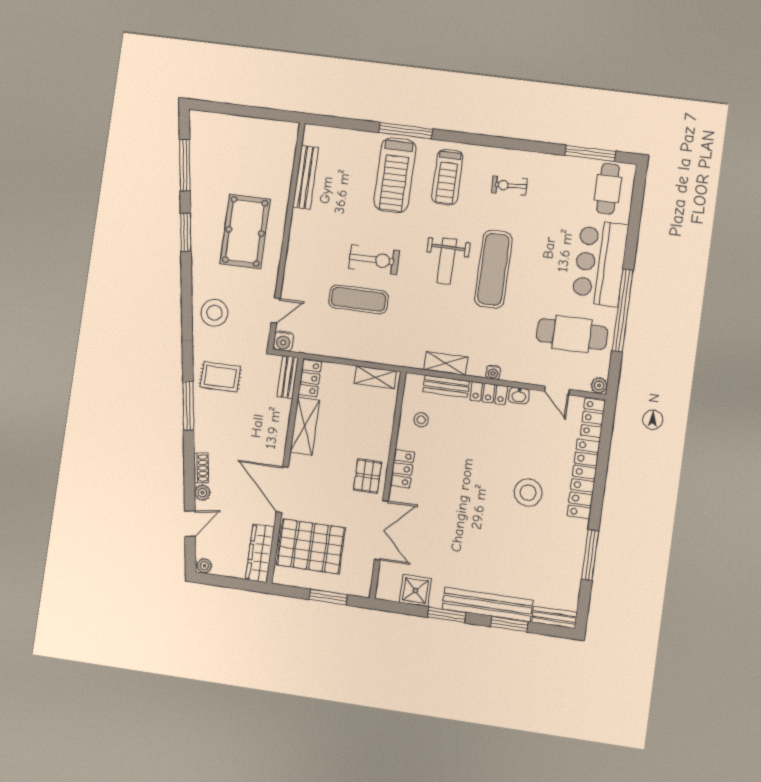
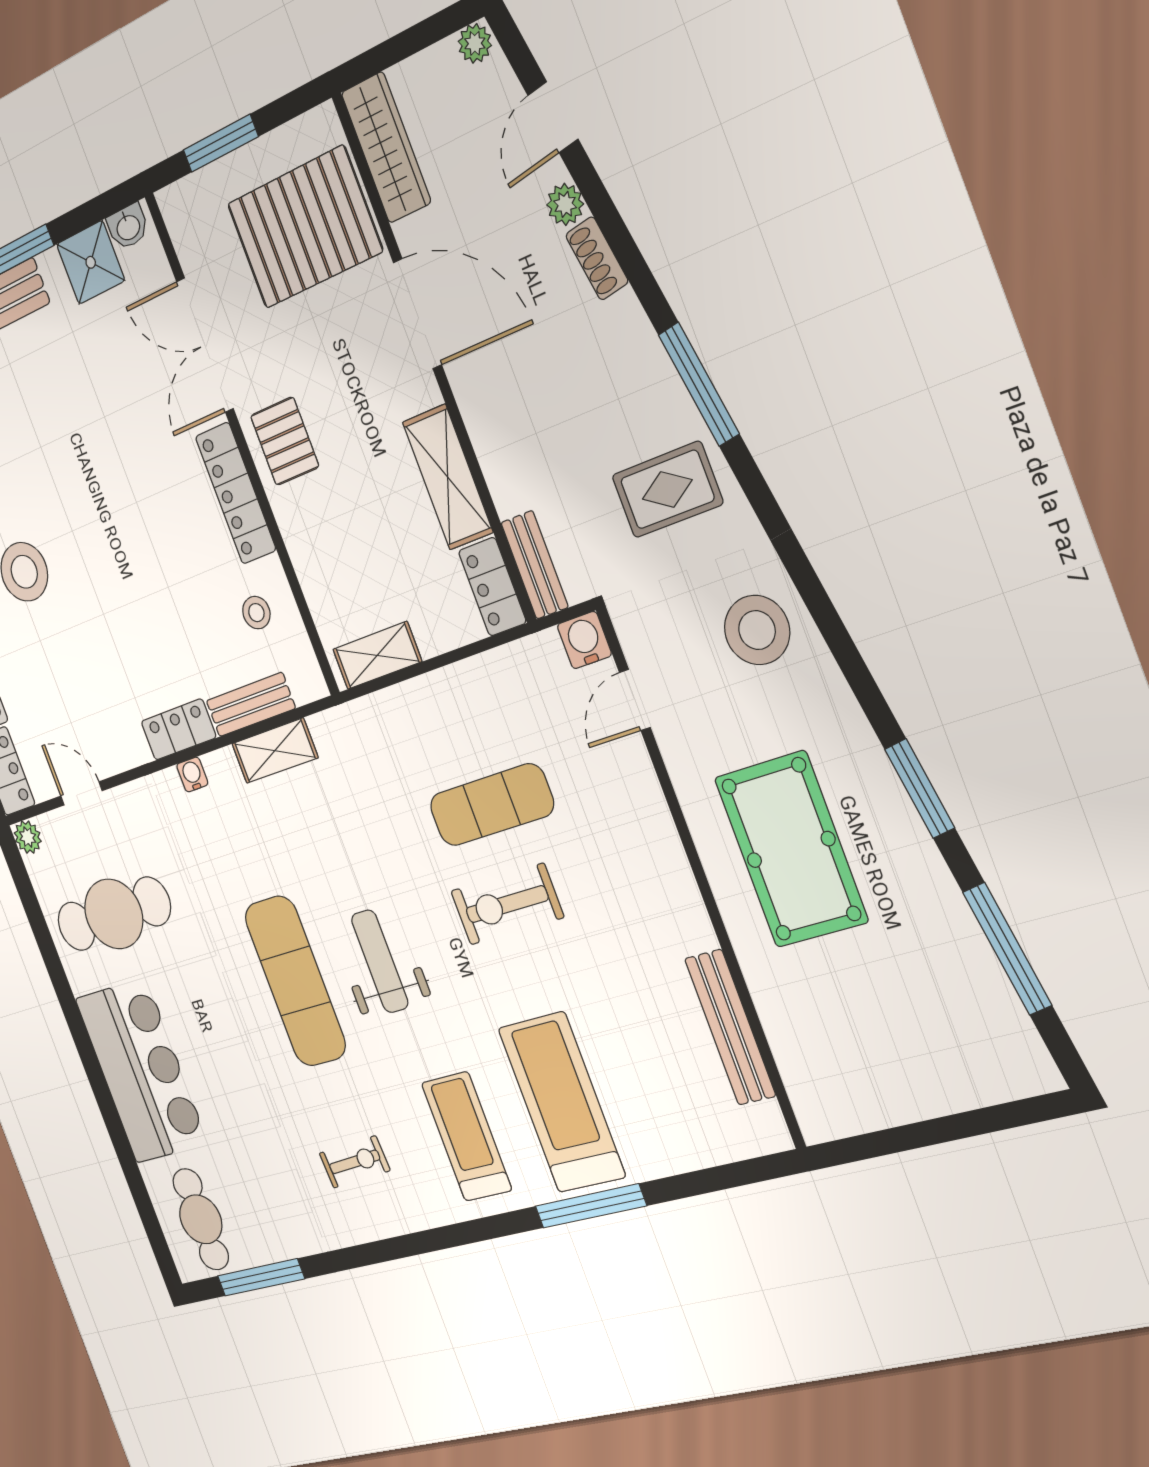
window: (623, 310) -> (65, 996), removed
washbasin: (519, 396) -> (128, 227), moved, turned 180
locker: (402, 469) -> (236, 493), width x1.53

